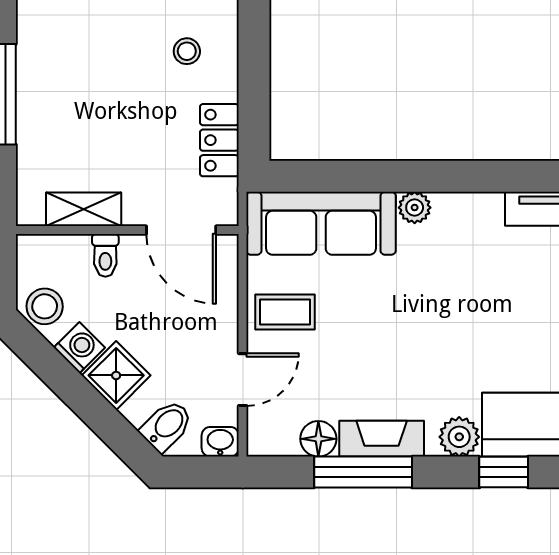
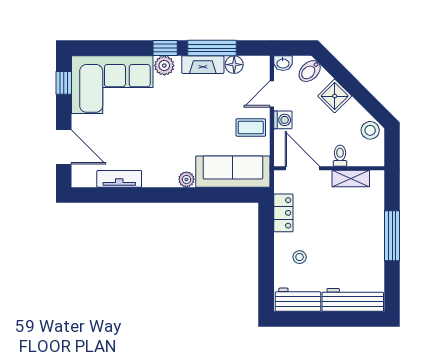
washing machine: (79, 348) -> (283, 120), moved, turned -135
window: (504, 472) -> (165, 48), moved

